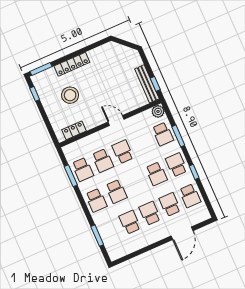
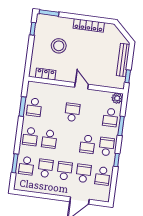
locker: (72, 64) -> (89, 25), moved
bench: (147, 84) -> (123, 60), moved
school desk: (103, 161) -> (26, 166), moved

